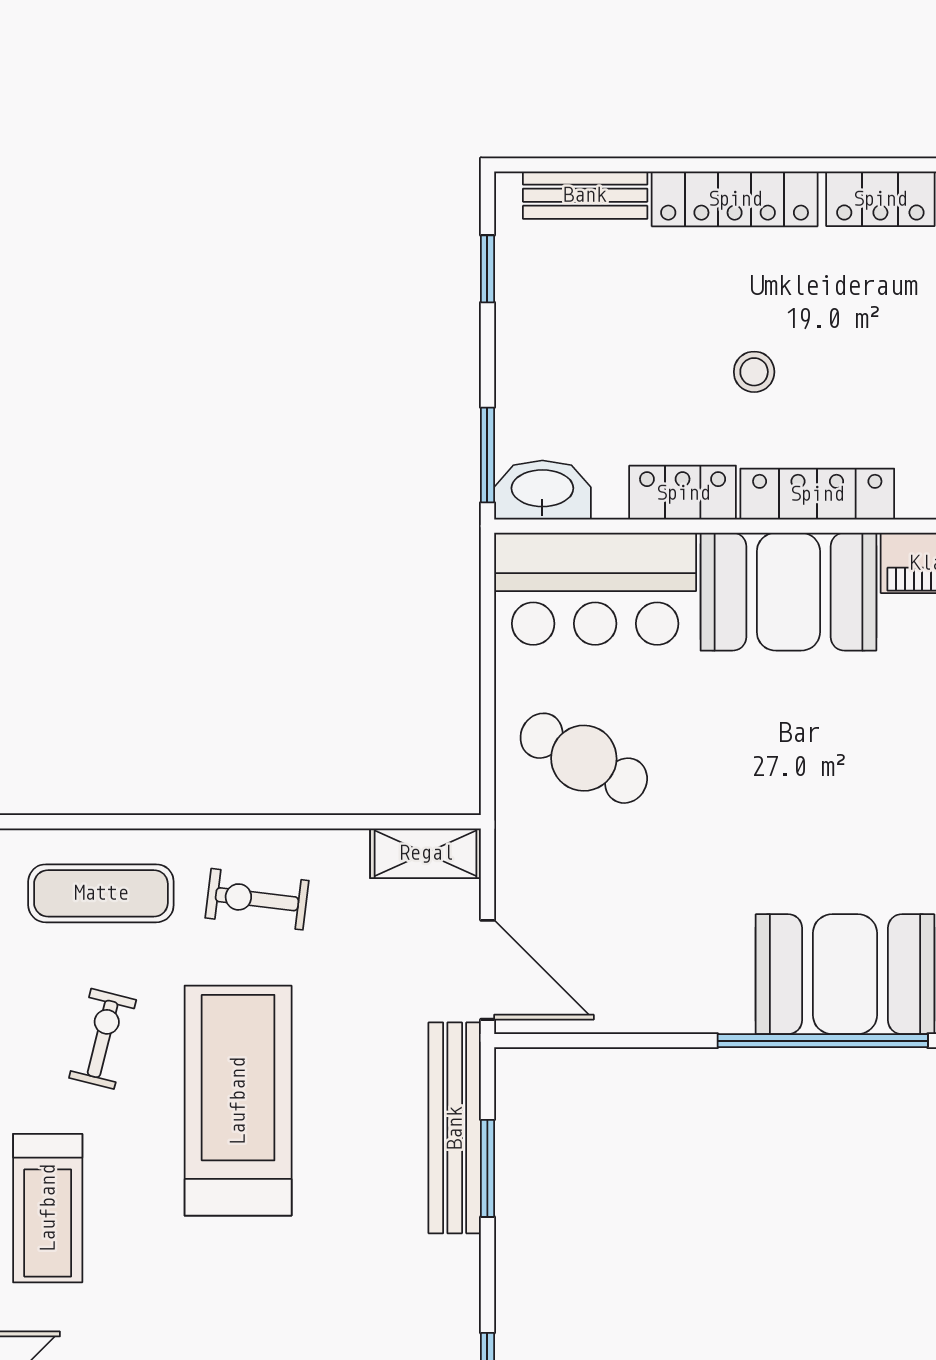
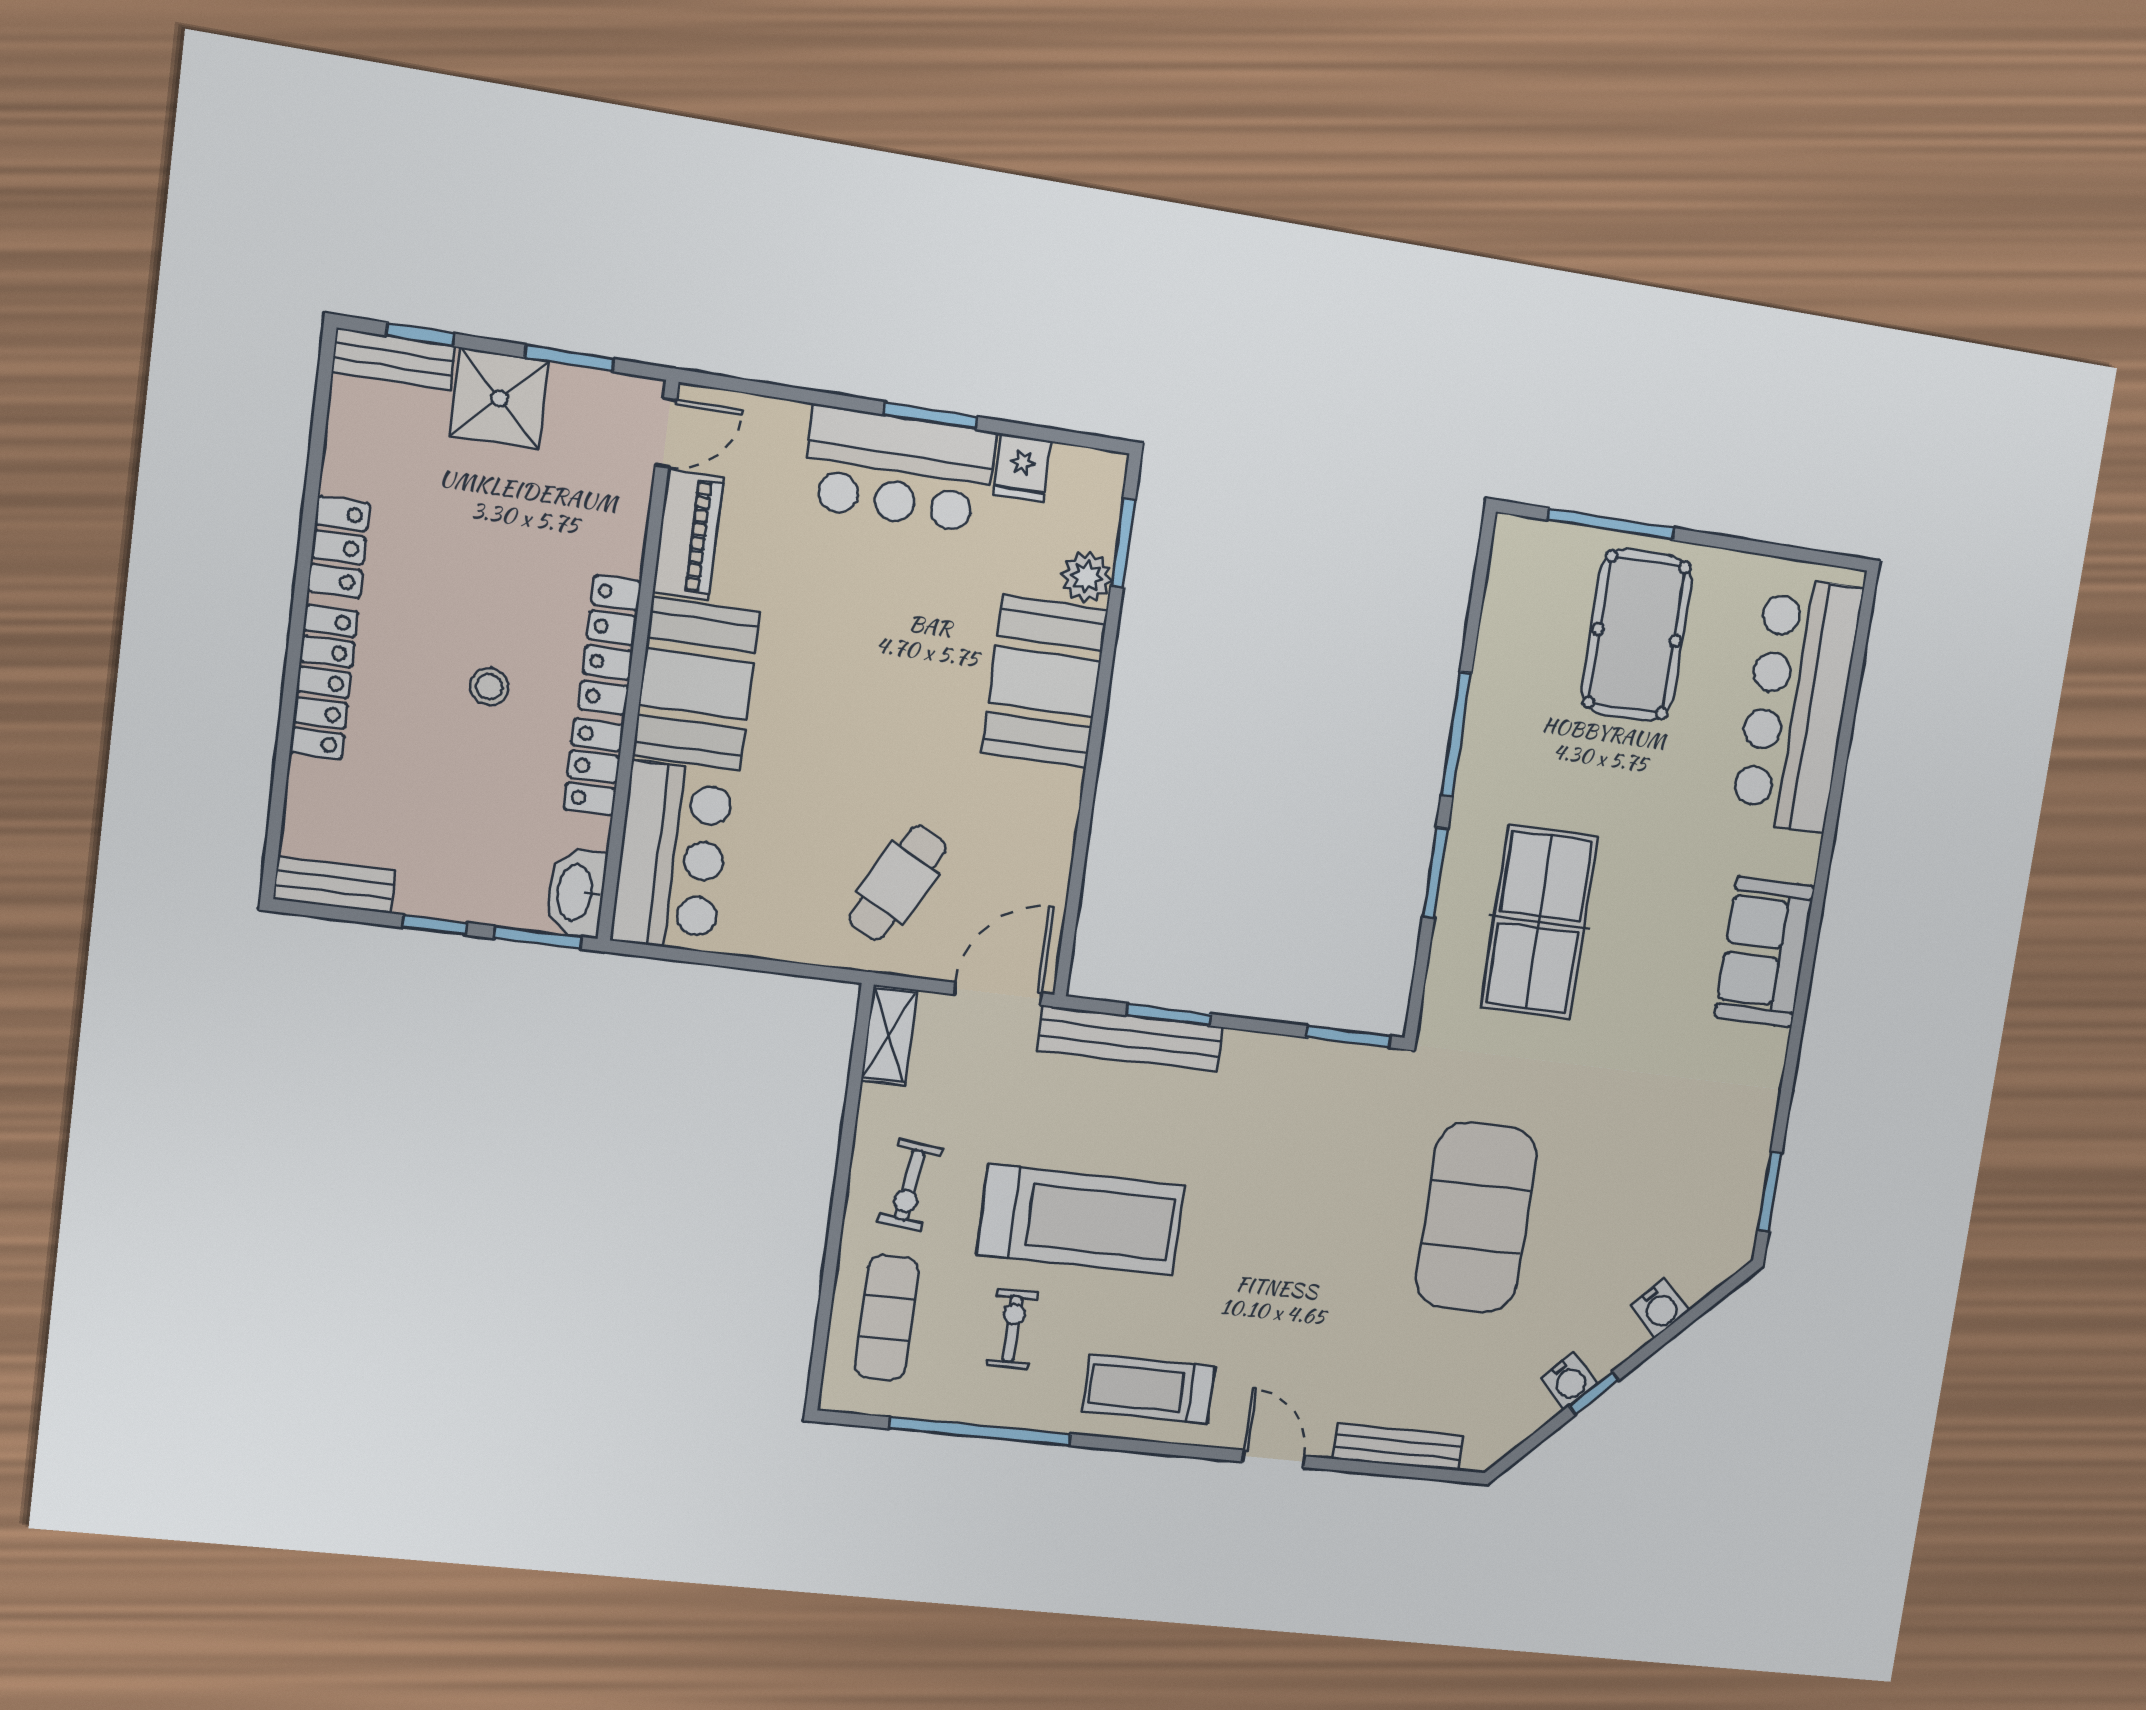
bench: (585, 195) -> (335, 885), moved, turned 90
window: (487, 269) -> (435, 925), moved
cafe table: (584, 758) -> (898, 883), moved
exercise bike: (103, 1039) -> (1012, 1329), turned 76
window: (823, 1041) -> (1100, 710), removed
treadmill: (238, 1101) -> (1081, 1220), turned 180
treadmill: (48, 1208) -> (1149, 1389), turned 180

